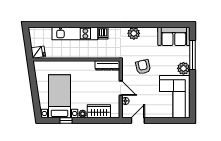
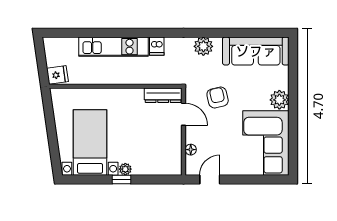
sofa: (174, 36) -> (256, 51), width x1.36
window: (192, 55) -> (293, 79), removed
door: (121, 88) -> (184, 114), moved
wardrobe: (99, 111) -> (150, 165), removed
window: (66, 121) -> (122, 179), moved

